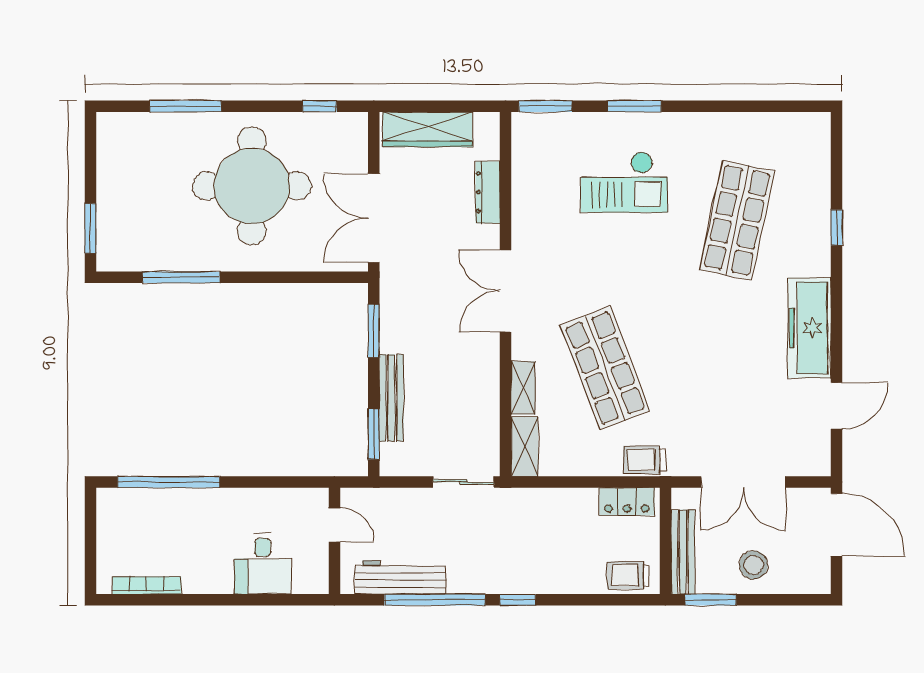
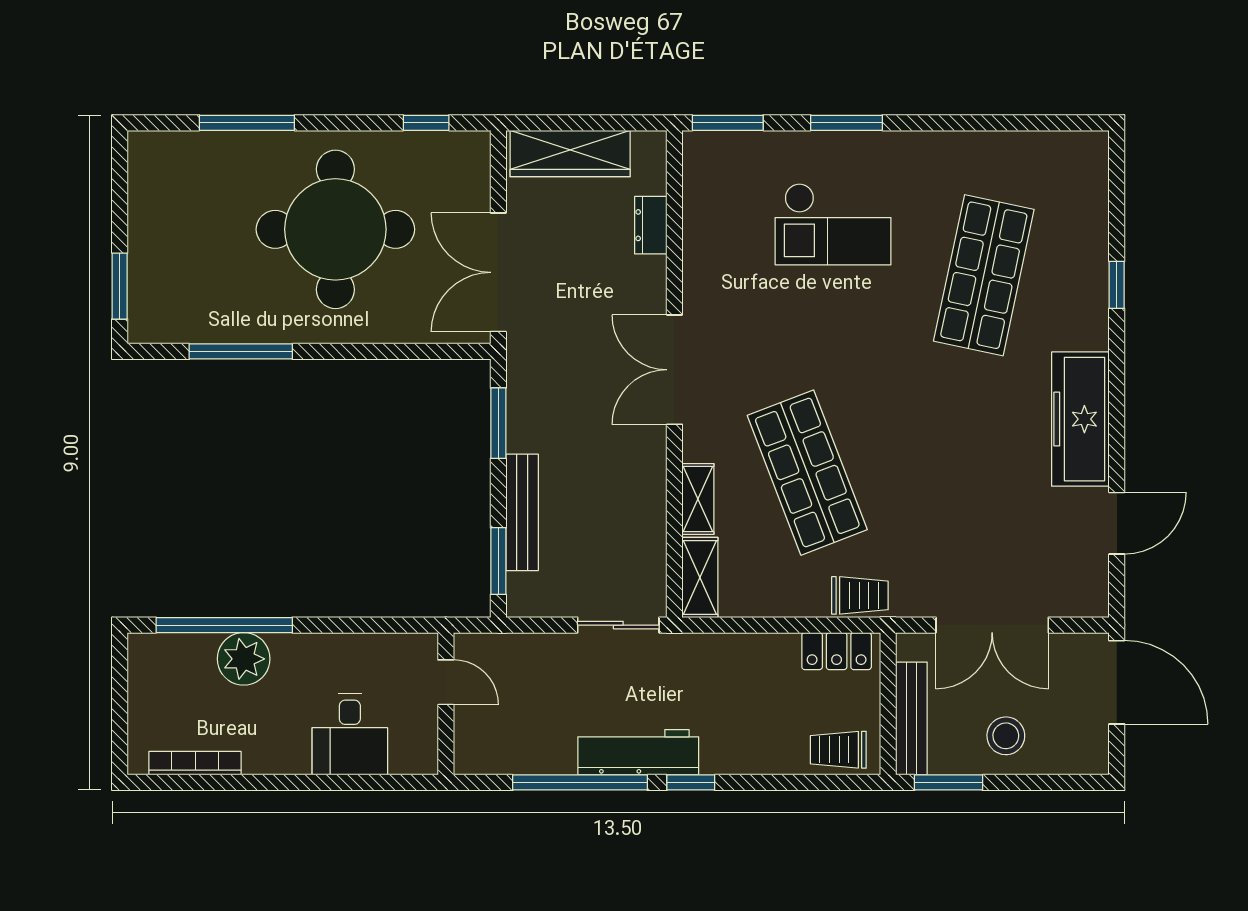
dresser: (488, 192) -> (651, 225), width x0.70
trolley: (644, 460) -> (860, 595), turned 180
plant: (183, 507) -> (244, 659), added
workbench: (400, 577) -> (638, 752), moved

